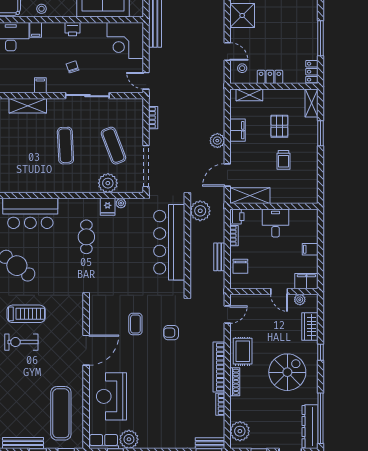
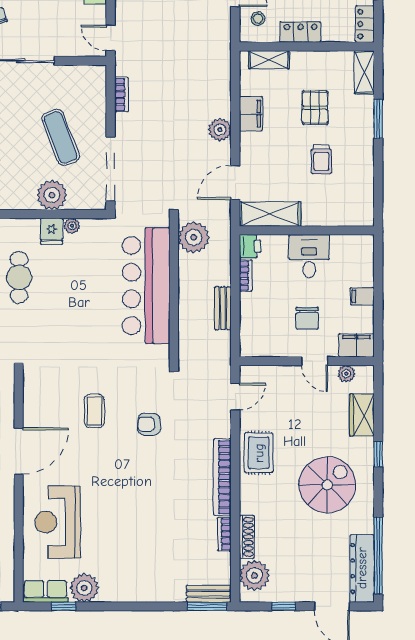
chair: (240, 266) -> (307, 318), moved
shoe rack: (235, 382) -> (247, 537), moved

